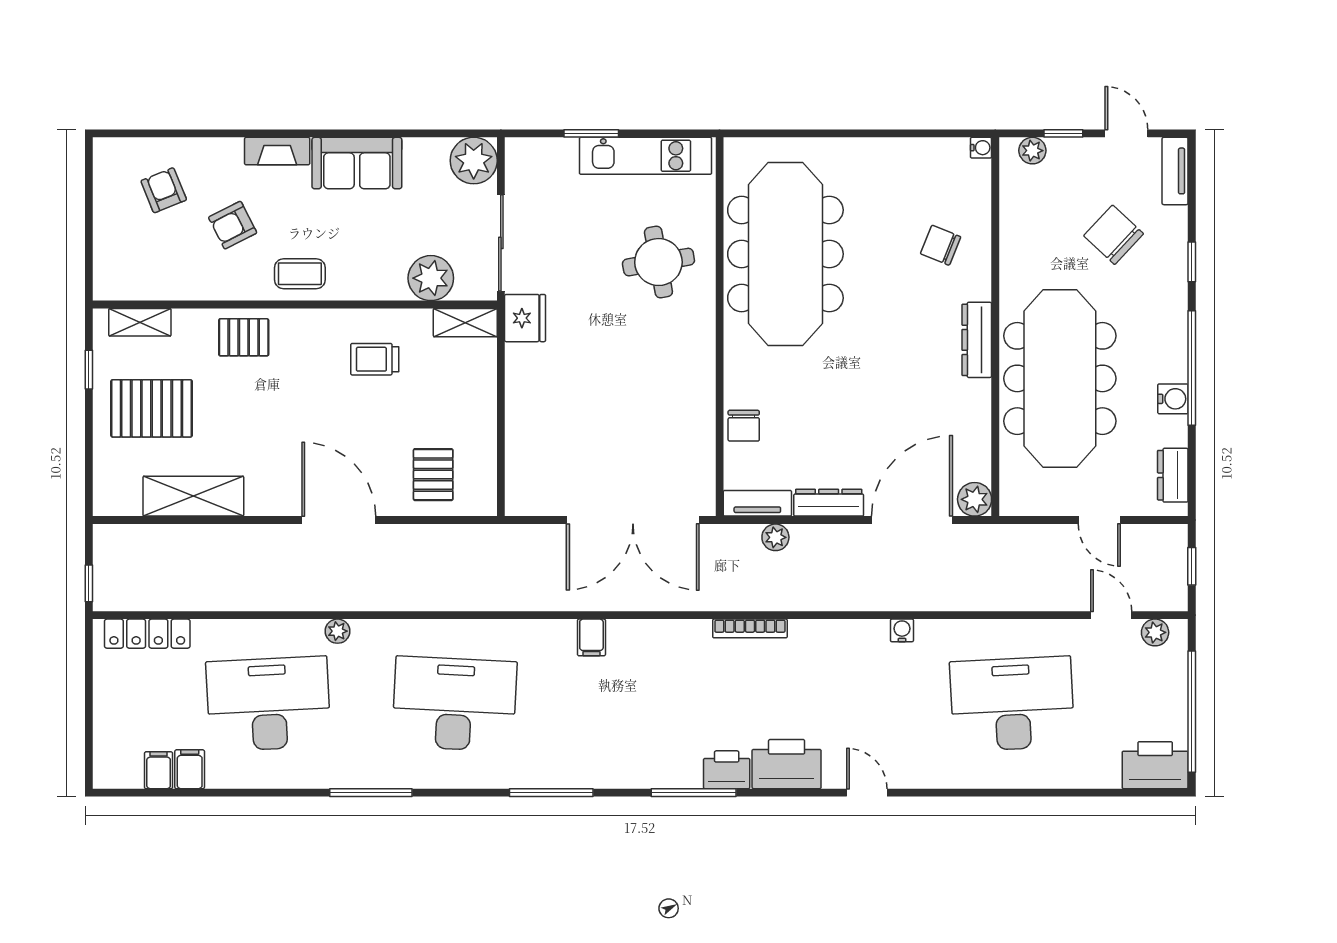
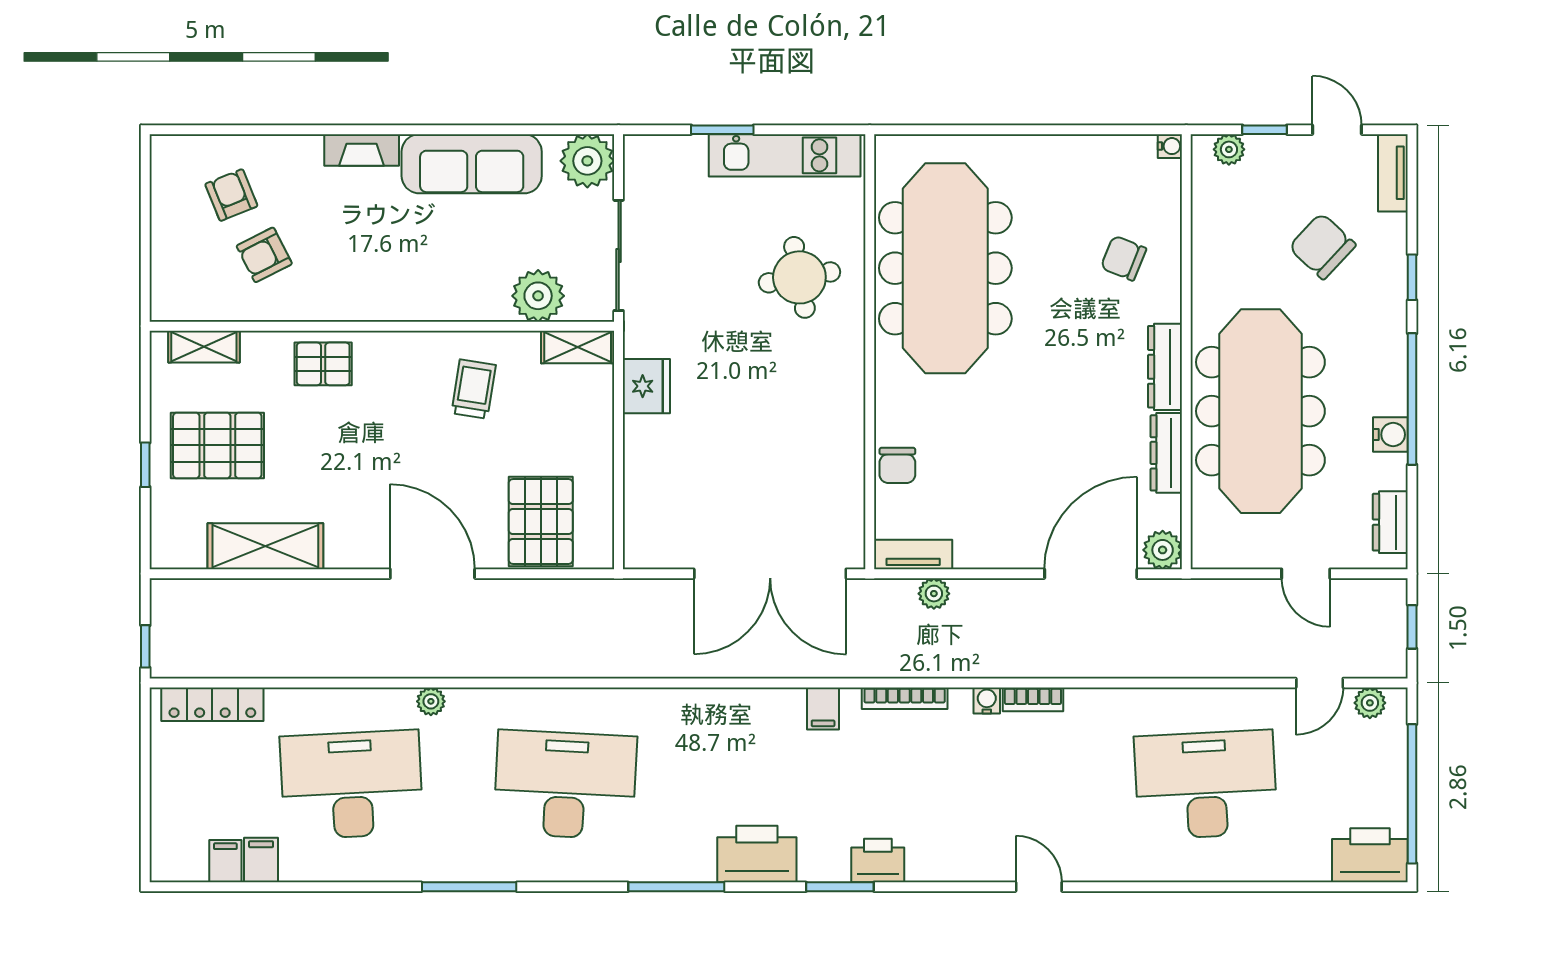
sofa: (357, 163) -> (472, 164), width x1.36
armchair: (233, 225) -> (264, 255), moved
coffee table: (300, 274) -> (388, 291), removed
fridge: (525, 318) -> (646, 386), moved
trolley: (375, 359) -> (474, 389), turned 99
window: (89, 370) -> (145, 465), moved
pallet: (433, 475) -> (541, 522), width x1.50, depth x1.42
dresser: (829, 503) -> (1166, 453), moved, turned -90
door: (1111, 615) -> (1320, 683), swing flipped
bookcase: (862, 629) -> (1033, 699), added
water cooler: (902, 630) -> (987, 700), moved
filing cabinet: (591, 637) -> (823, 708), moved
printer: (787, 764) -> (757, 854), moved
window: (694, 793) -> (840, 887), width x0.69

